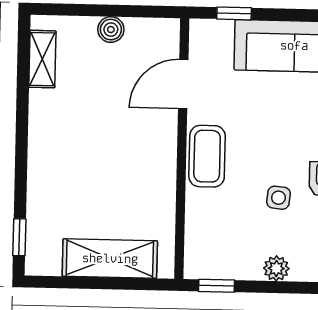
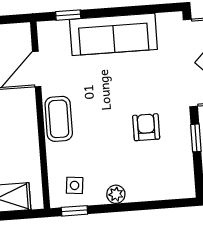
side table: (278, 198) -> (75, 185), moved

